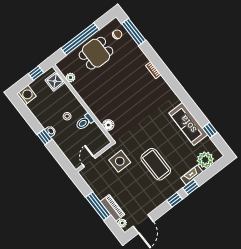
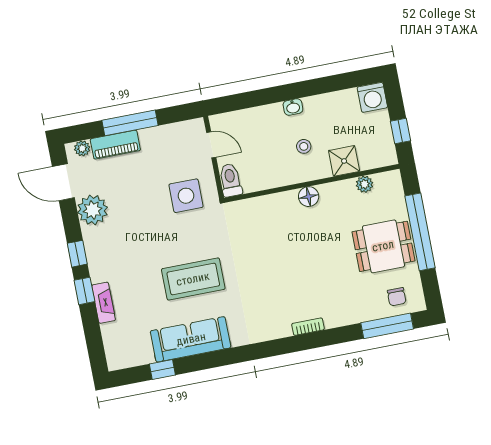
dining table: (96, 53) -> (383, 246), turned 90
shower: (55, 81) -> (344, 161), moved
toilet: (85, 122) -> (230, 180), moved
floor lamp: (108, 125) -> (309, 197), moved
window: (45, 137) -> (288, 92), removed
plant: (205, 160) -> (93, 210), moved
coffee table: (156, 164) -> (193, 279), moved

